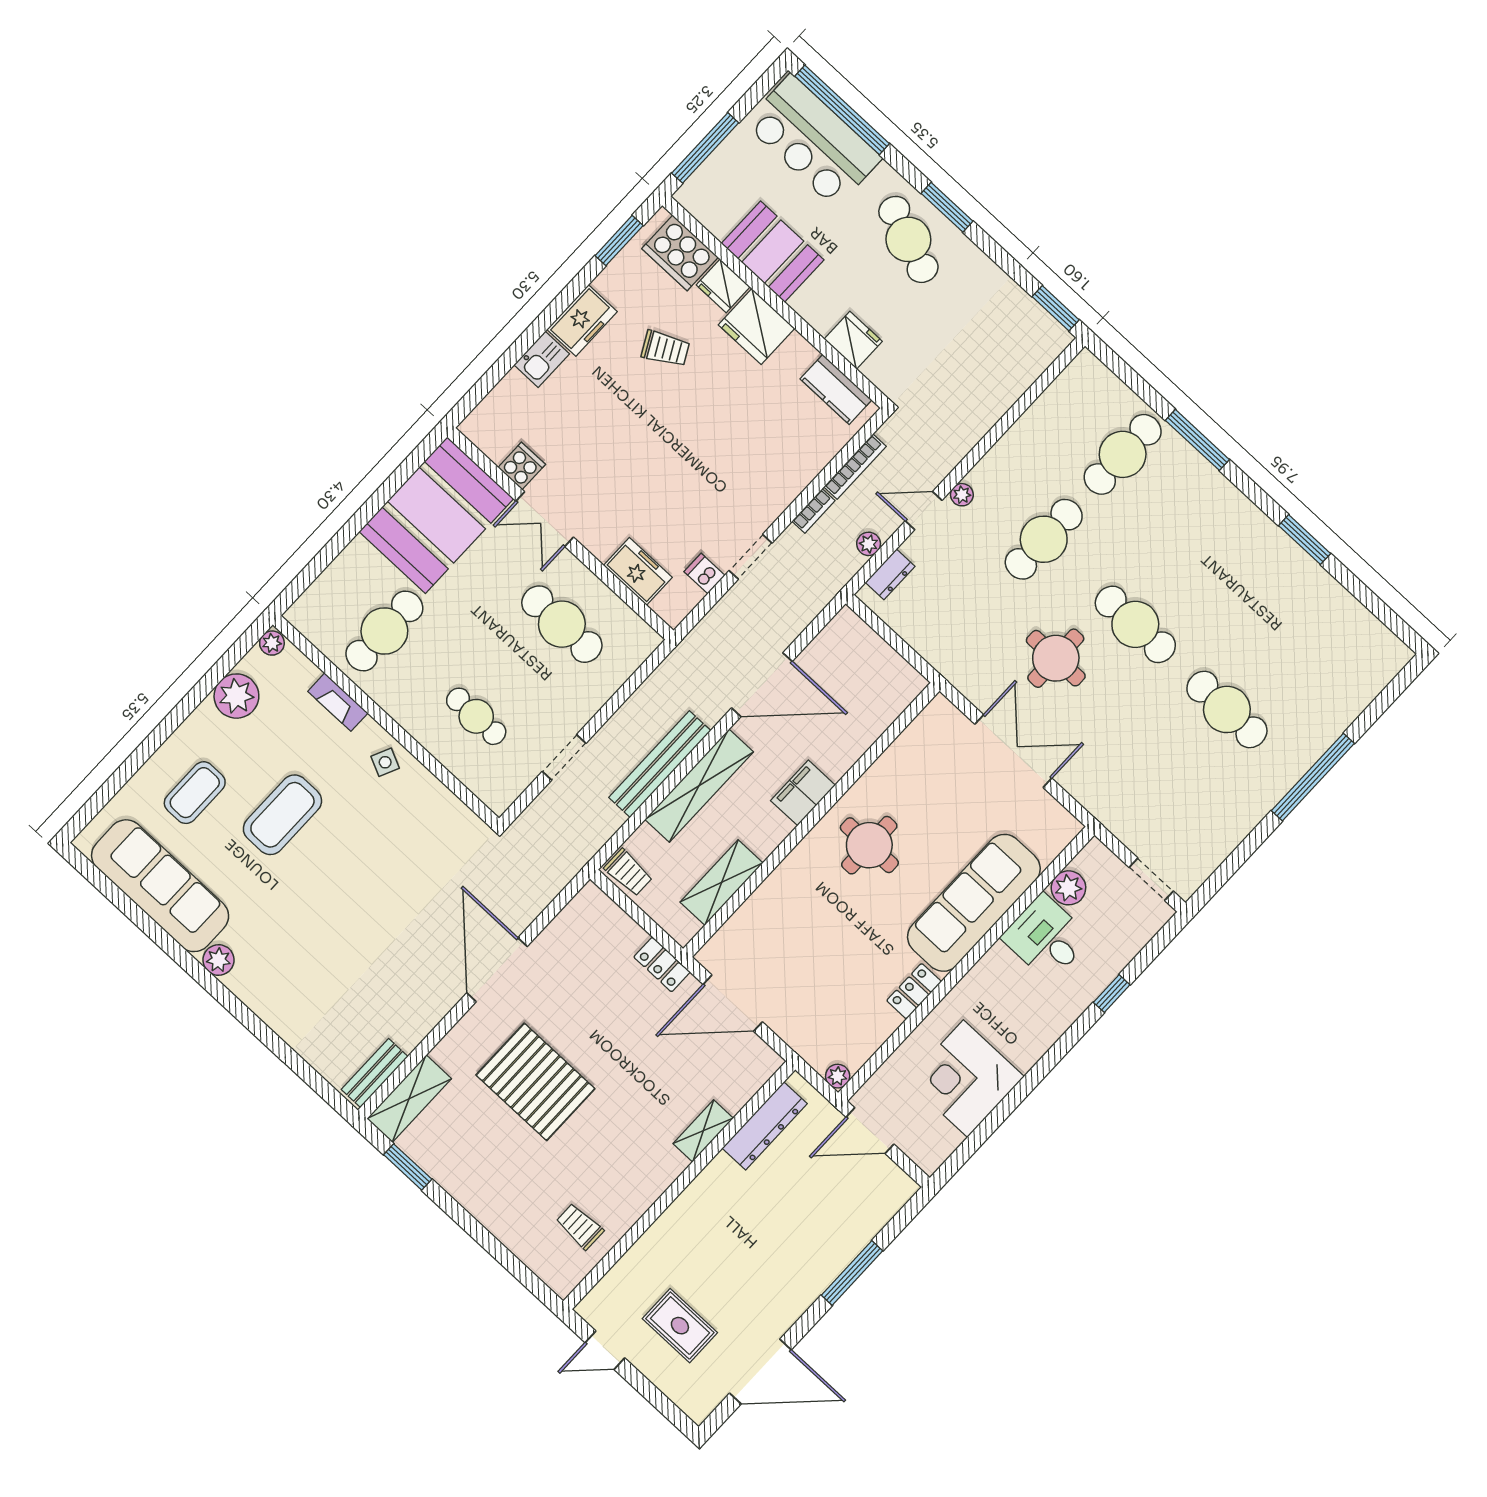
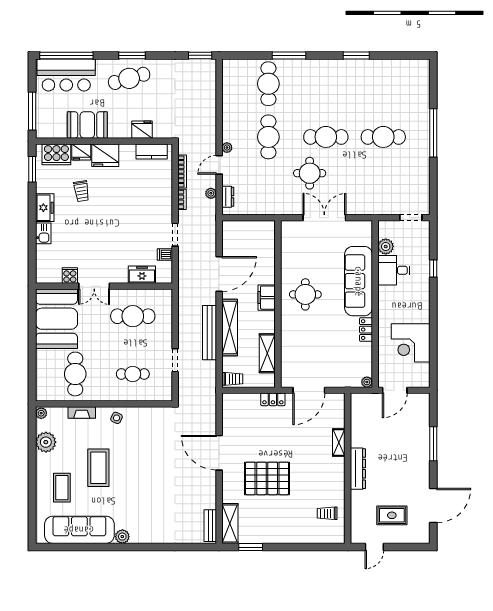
cafe table: (908, 239) -> (129, 78), turned -37
trolley: (665, 349) -> (82, 191), turned 109
dresser: (765, 1126) -> (358, 469), moved

